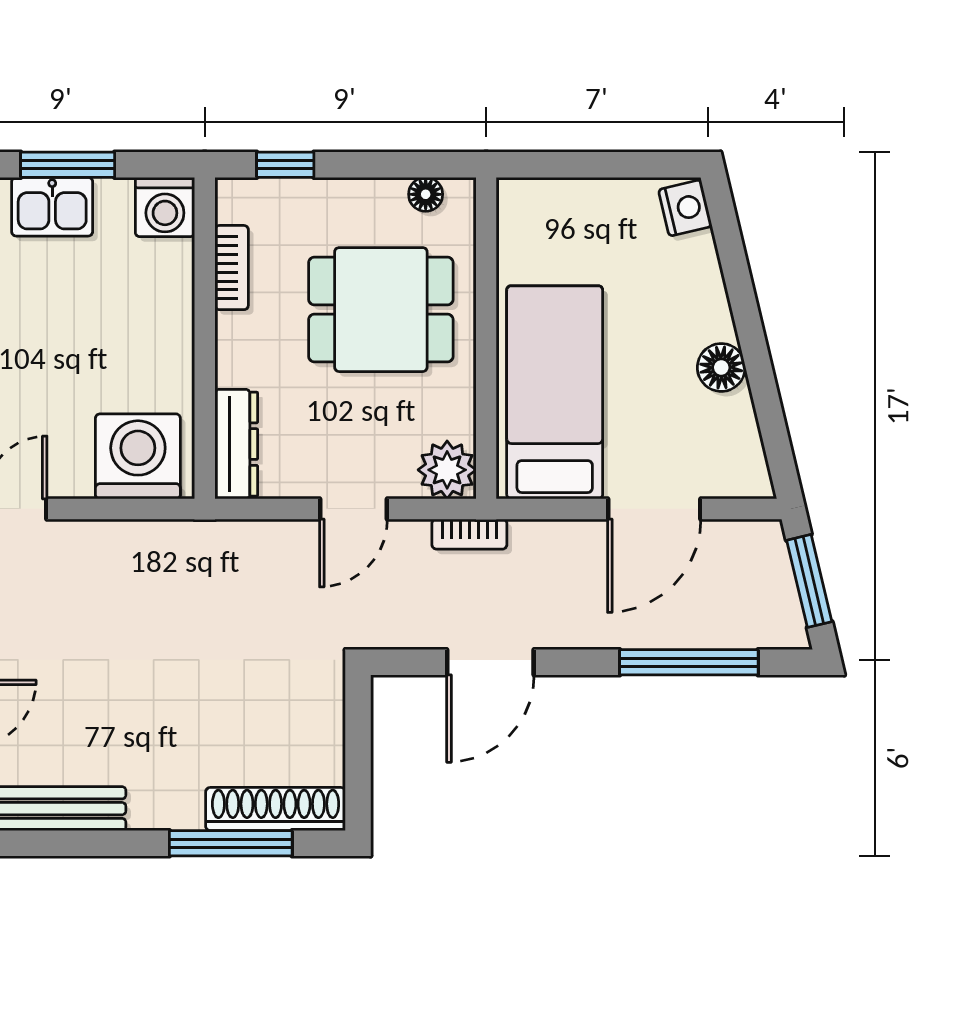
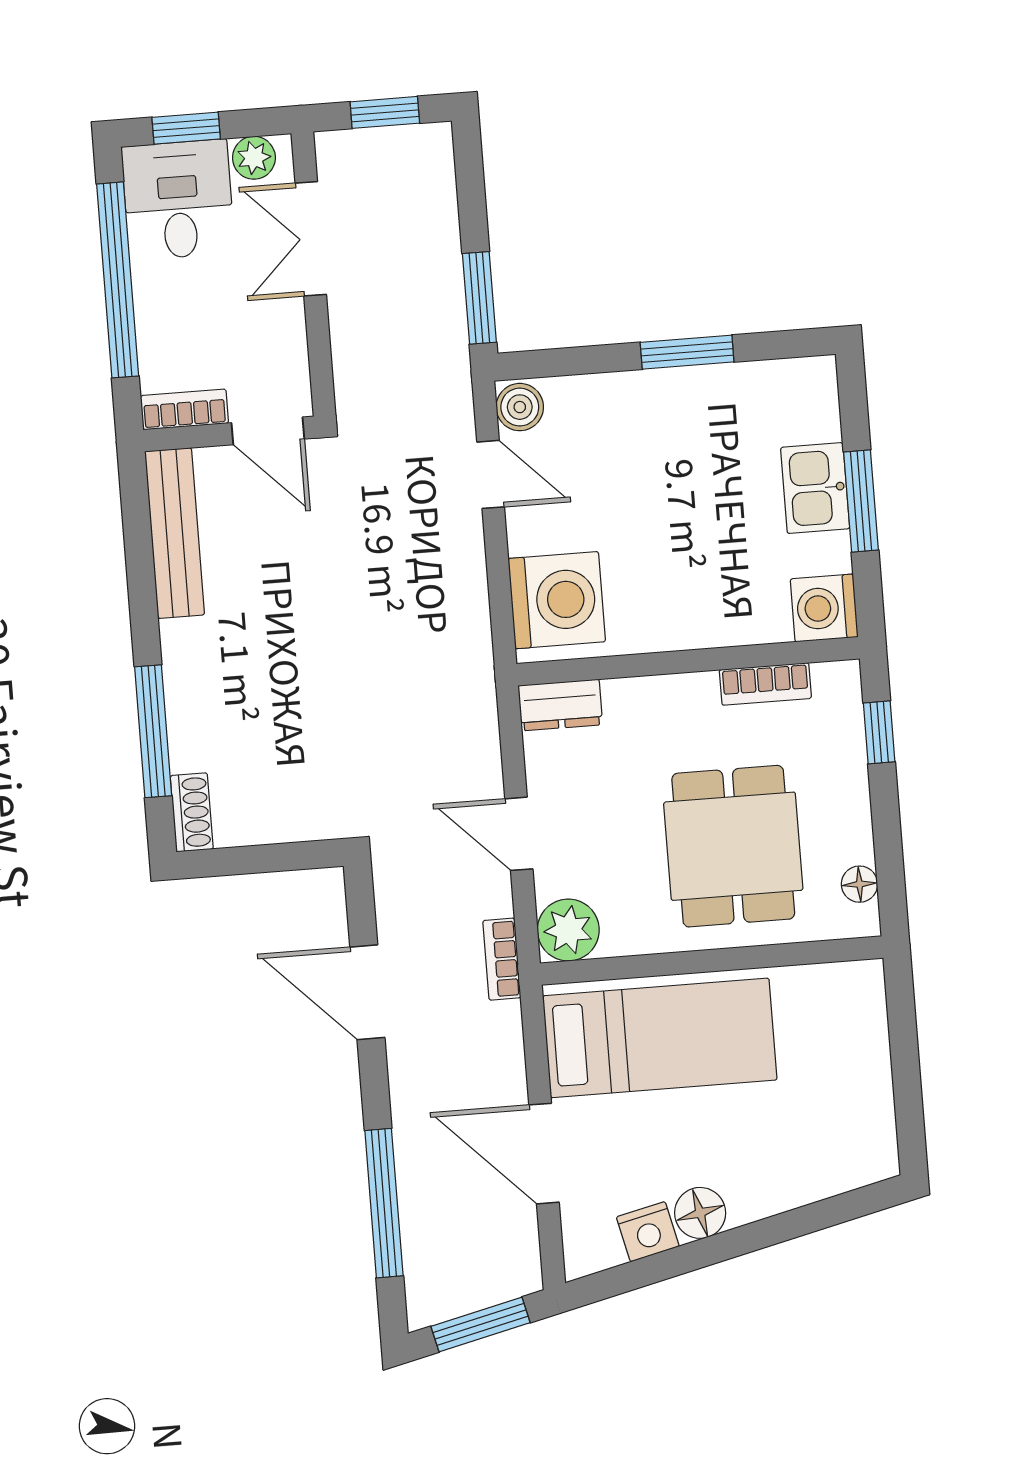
nightstand: (685, 208) -> (648, 1232), moved
dresser: (236, 444) -> (560, 705), width x0.70
shoe rack: (276, 809) -> (192, 812), width x0.51, depth x0.81

